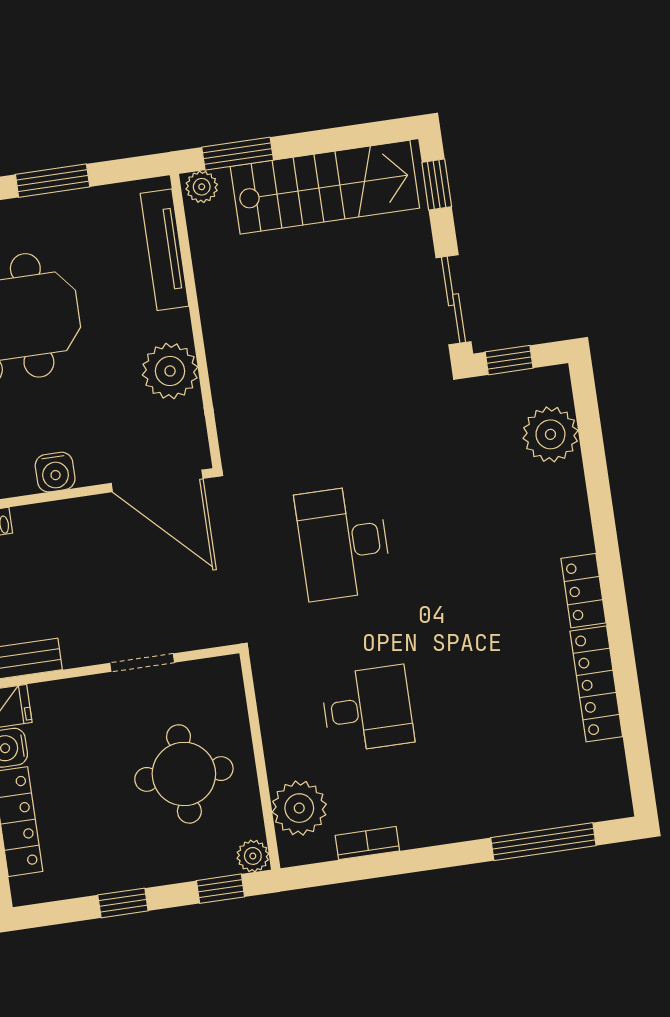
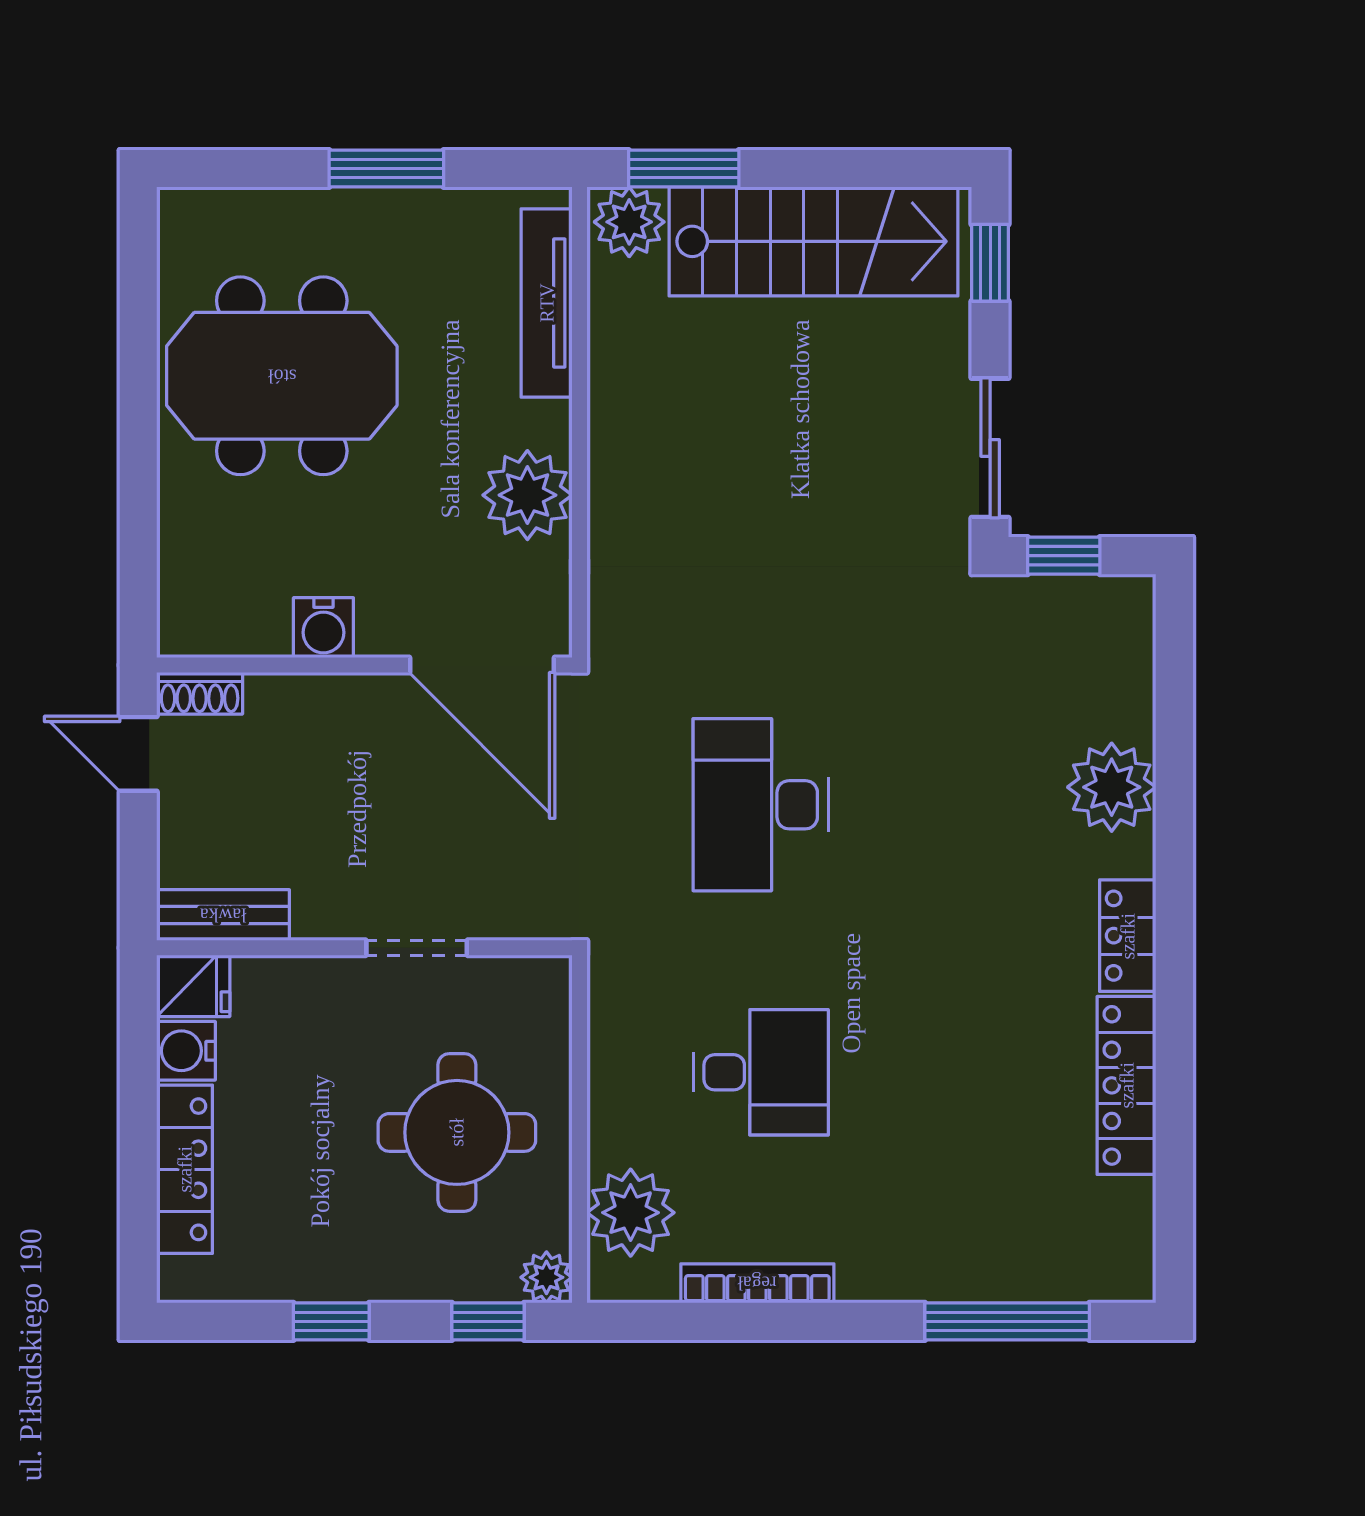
plant: (202, 187) -> (629, 222), width x1.38, depth x1.38
plant: (550, 434) -> (1112, 787), moved
bookcase: (367, 843) -> (757, 1283), width x1.56

